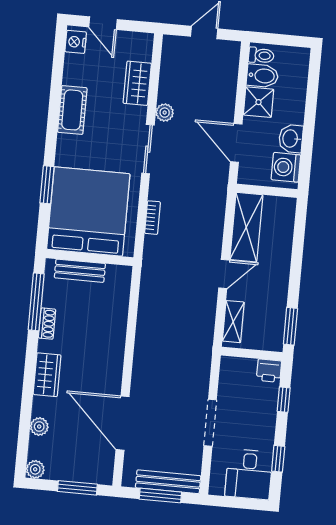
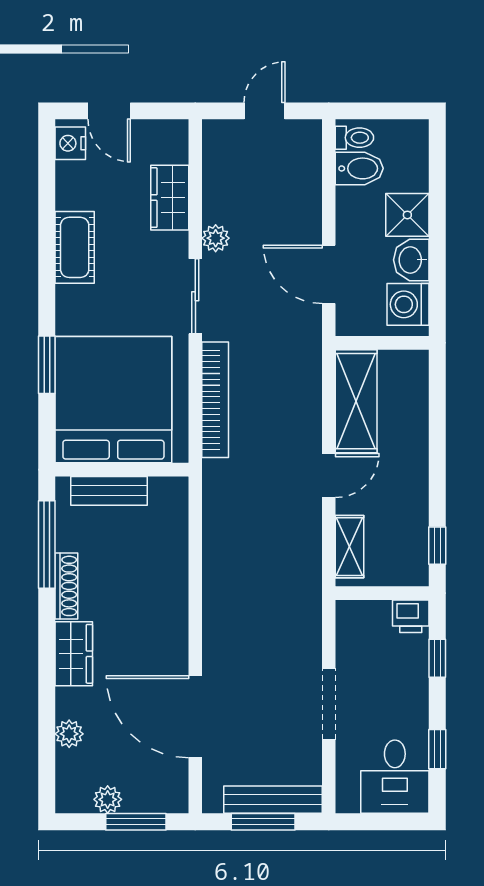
shower: (259, 102) -> (407, 215), moved
bookcase: (153, 218) -> (215, 400), width x2.31, depth x1.31
shoe rack: (47, 324) -> (66, 586), width x1.43
window: (290, 326) -> (437, 546), width x0.67
plant: (35, 469) -> (108, 799), moved

